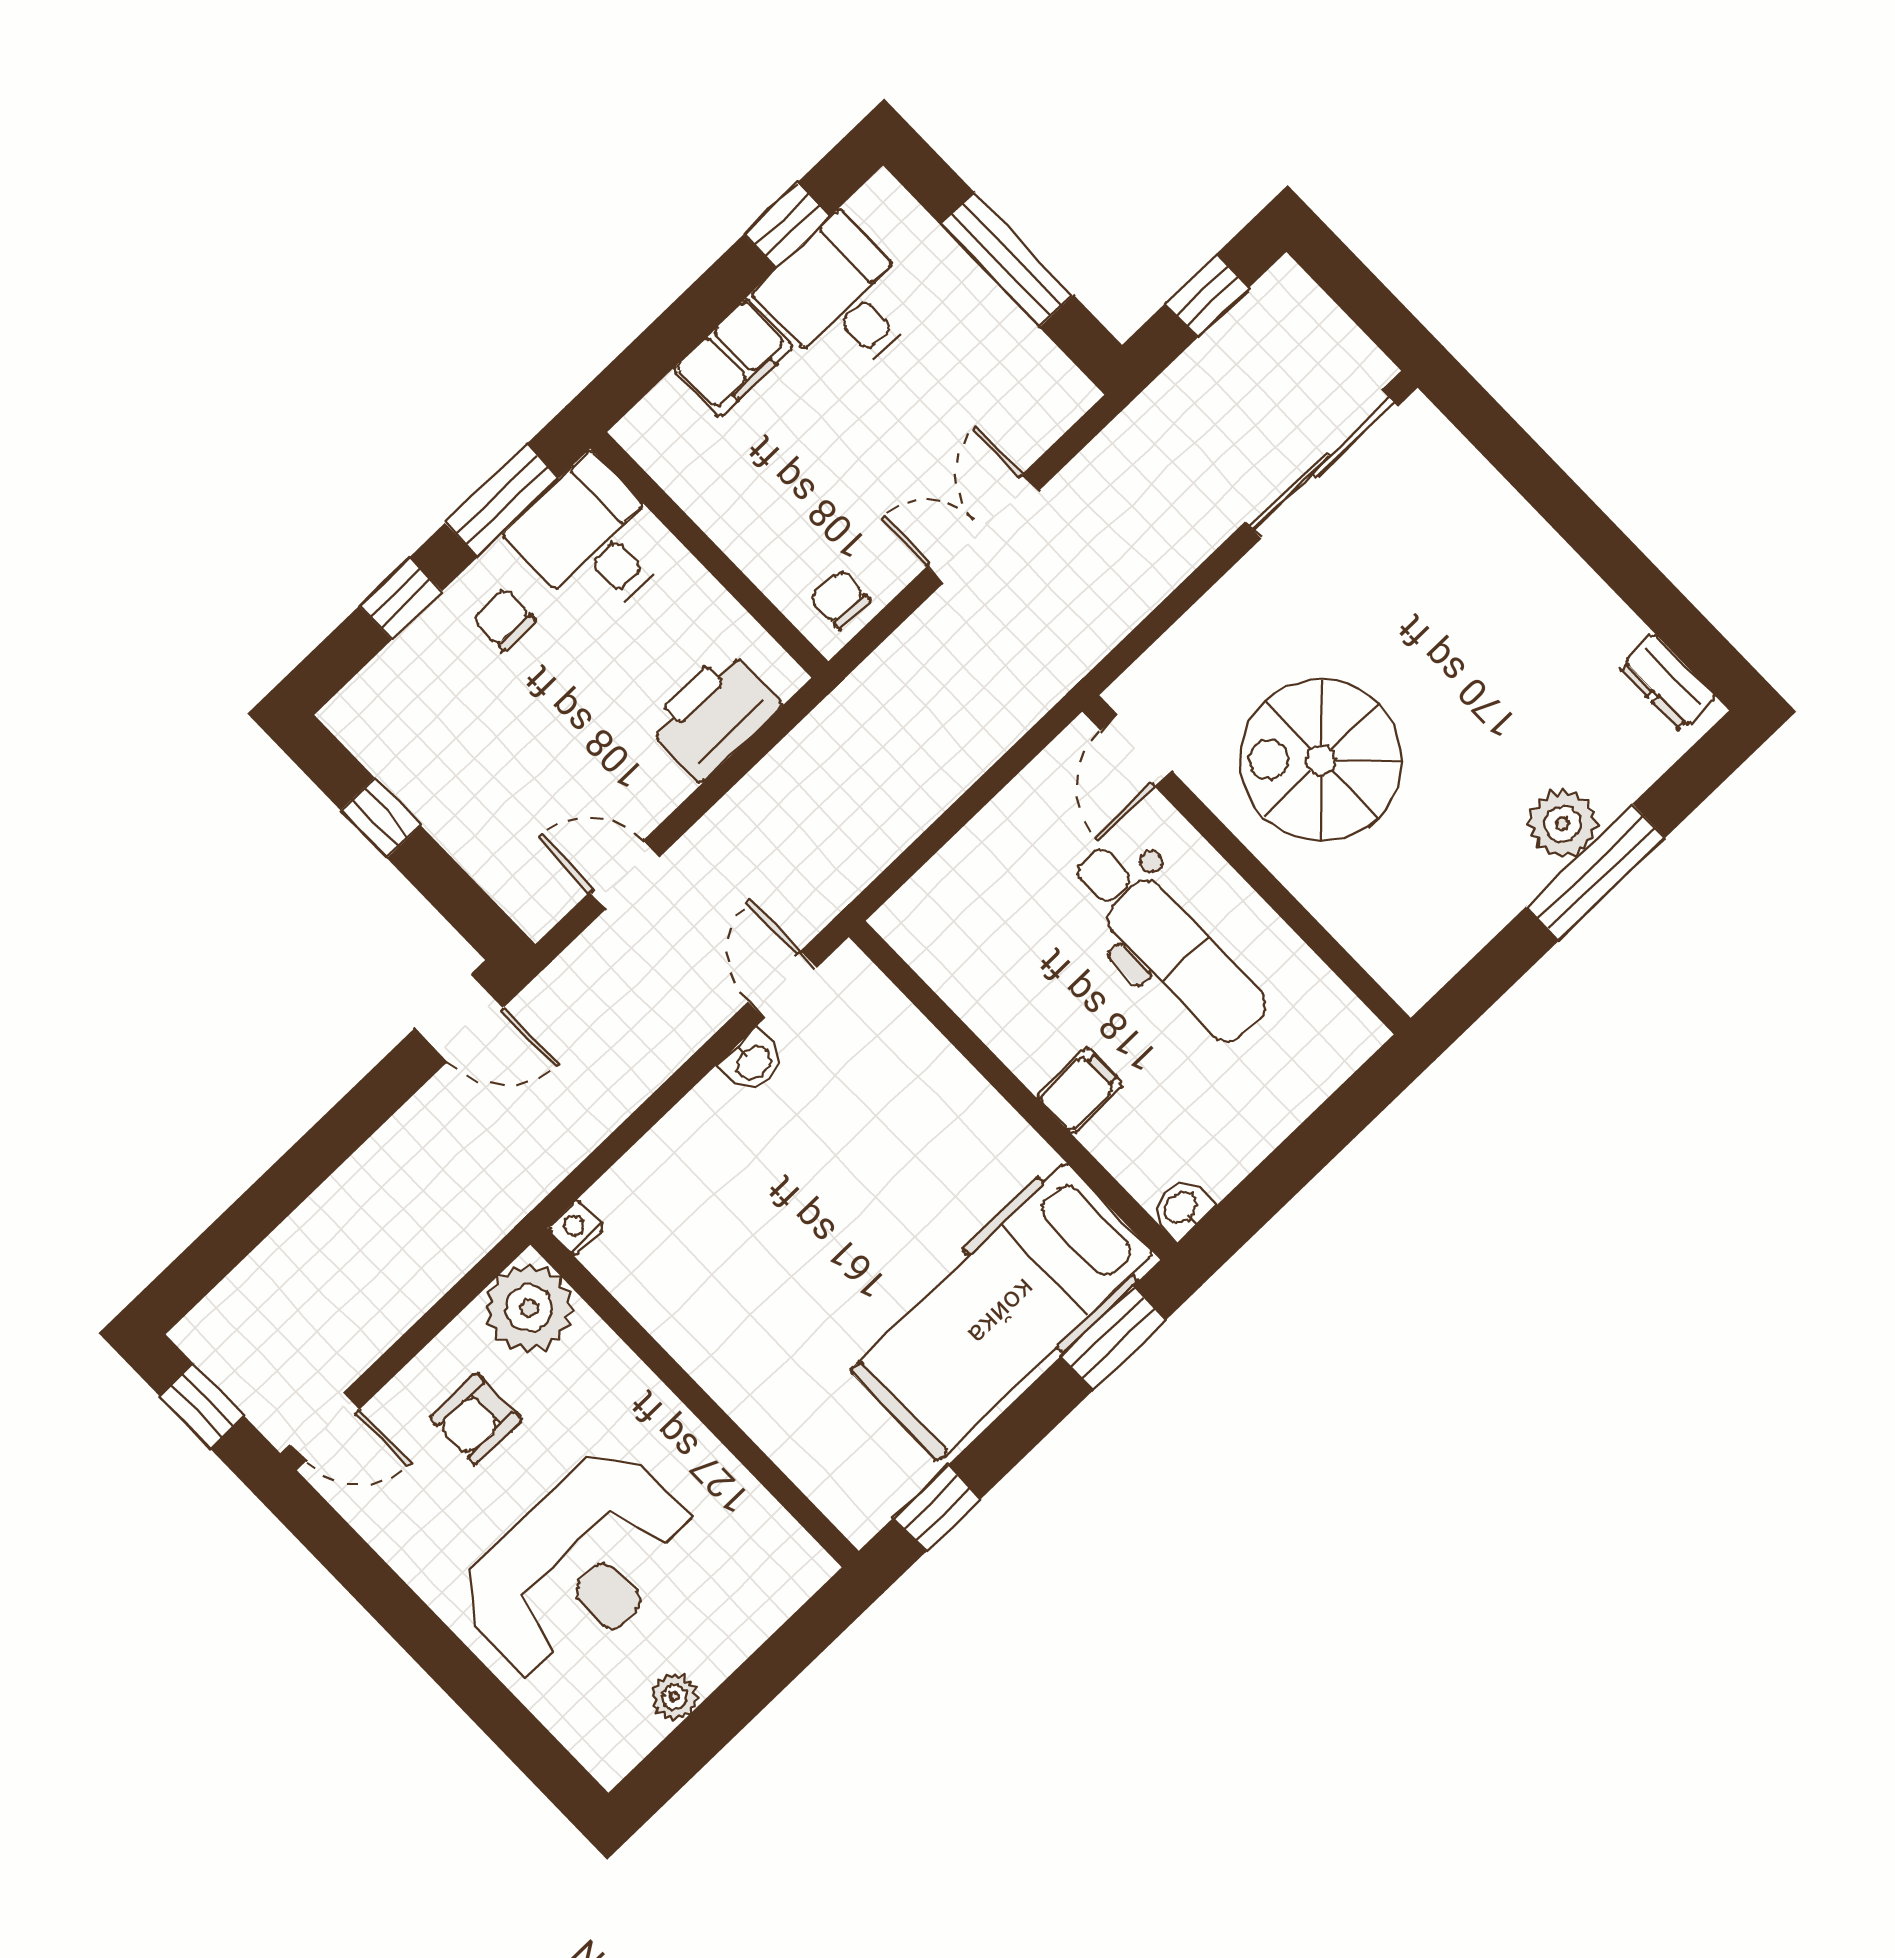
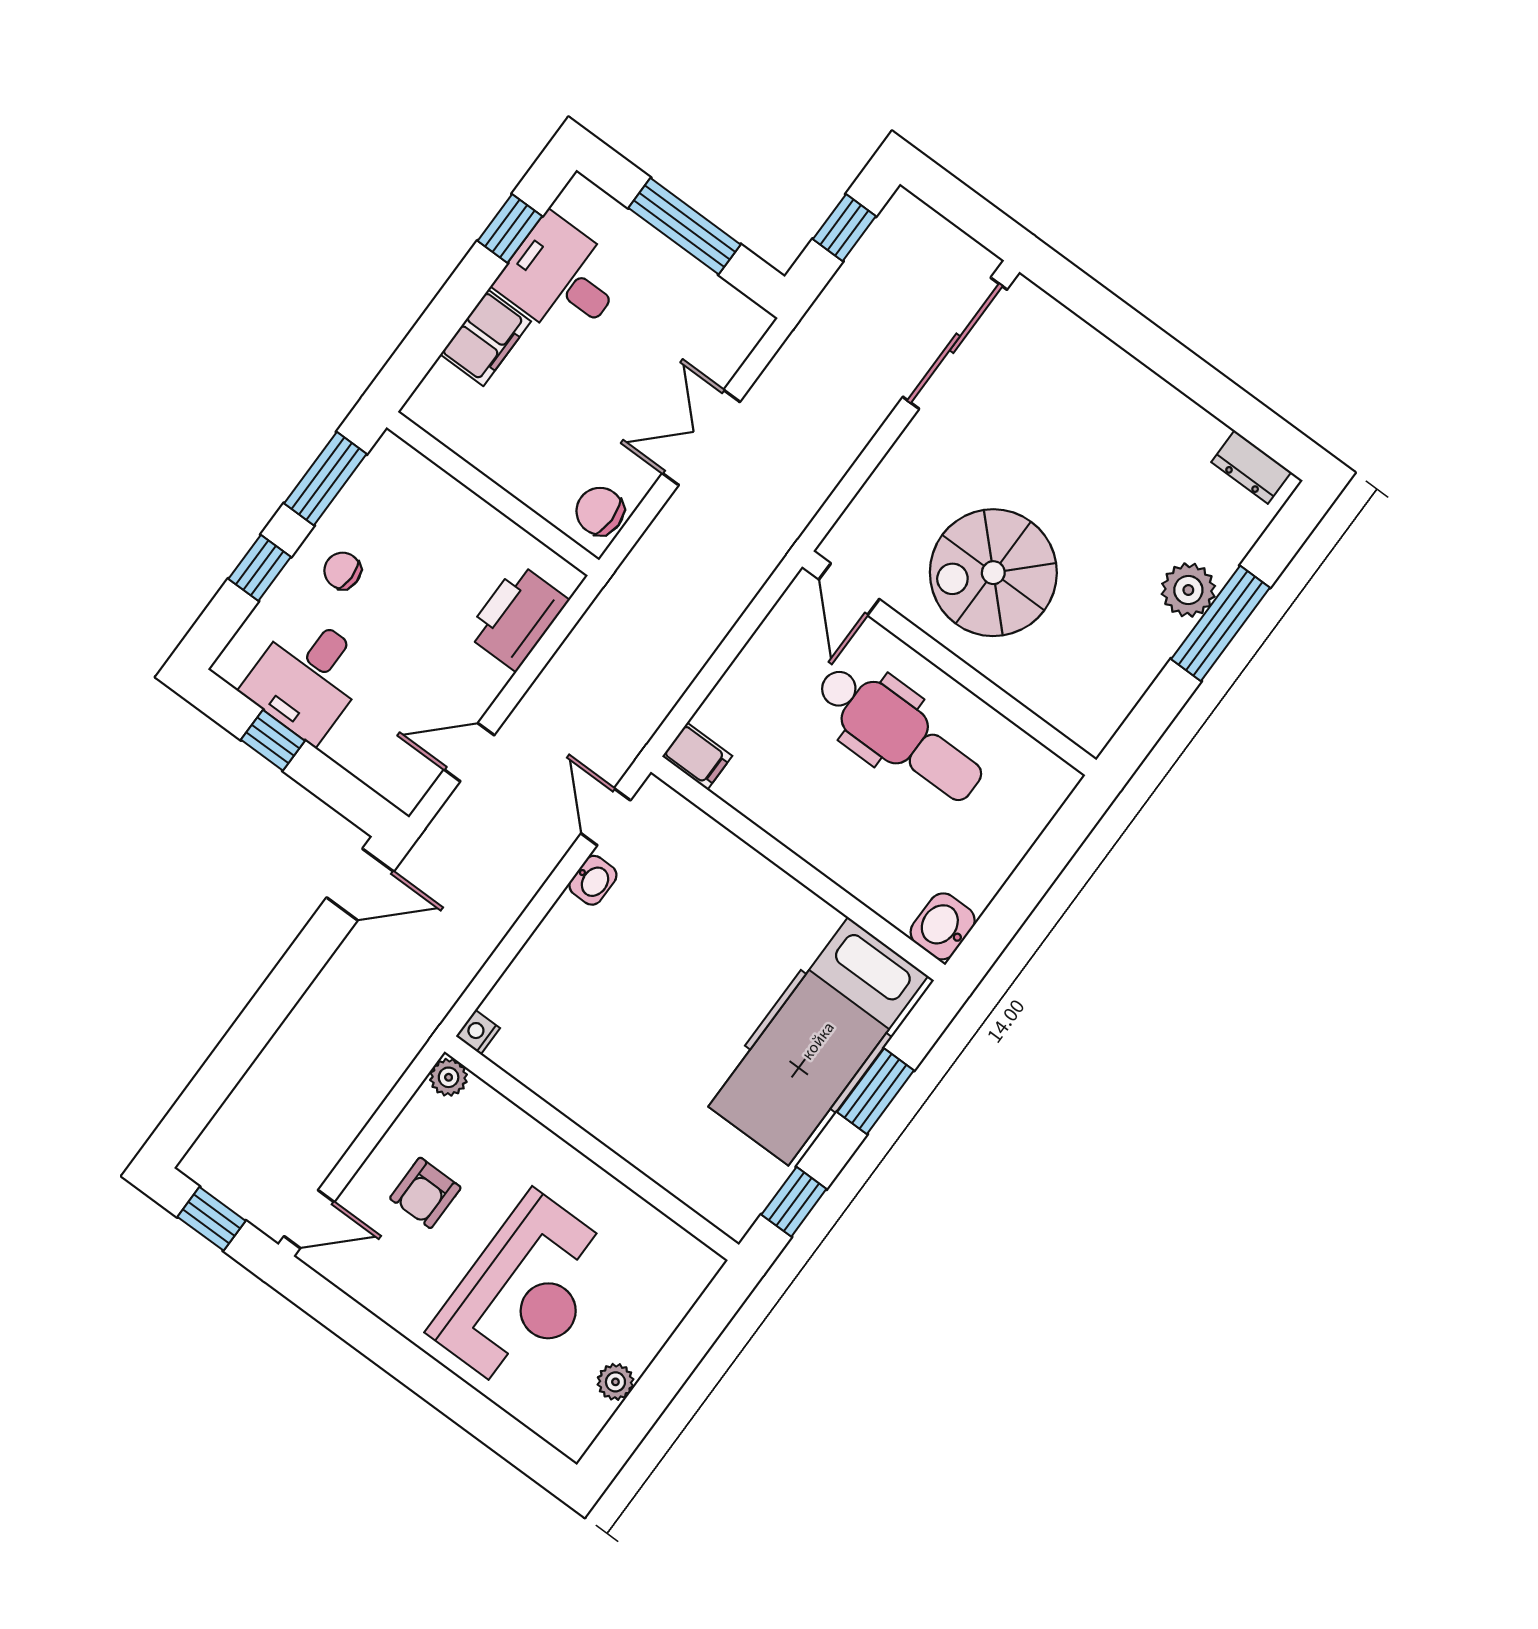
desk: (592, 540) -> (307, 677), moved, turned -90
chair: (840, 600) -> (600, 511), width x1.37, depth x1.37
filing cabinet: (1080, 1091) -> (697, 756), moved, turned 90
washbasin: (1182, 1208) -> (943, 926), width x1.38, depth x1.45
plant: (529, 1308) -> (449, 1077), width x0.53, depth x0.53
window: (1113, 1338) -> (876, 1091), moved

